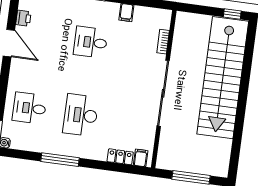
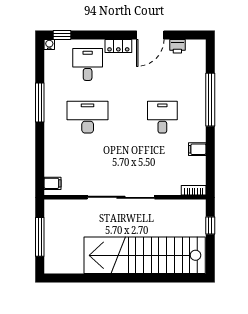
window: (232, 14) -> (210, 226), moved
bookcase: (163, 42) -> (194, 190), moved
locker: (120, 157) -> (118, 46), moved, turned 90

